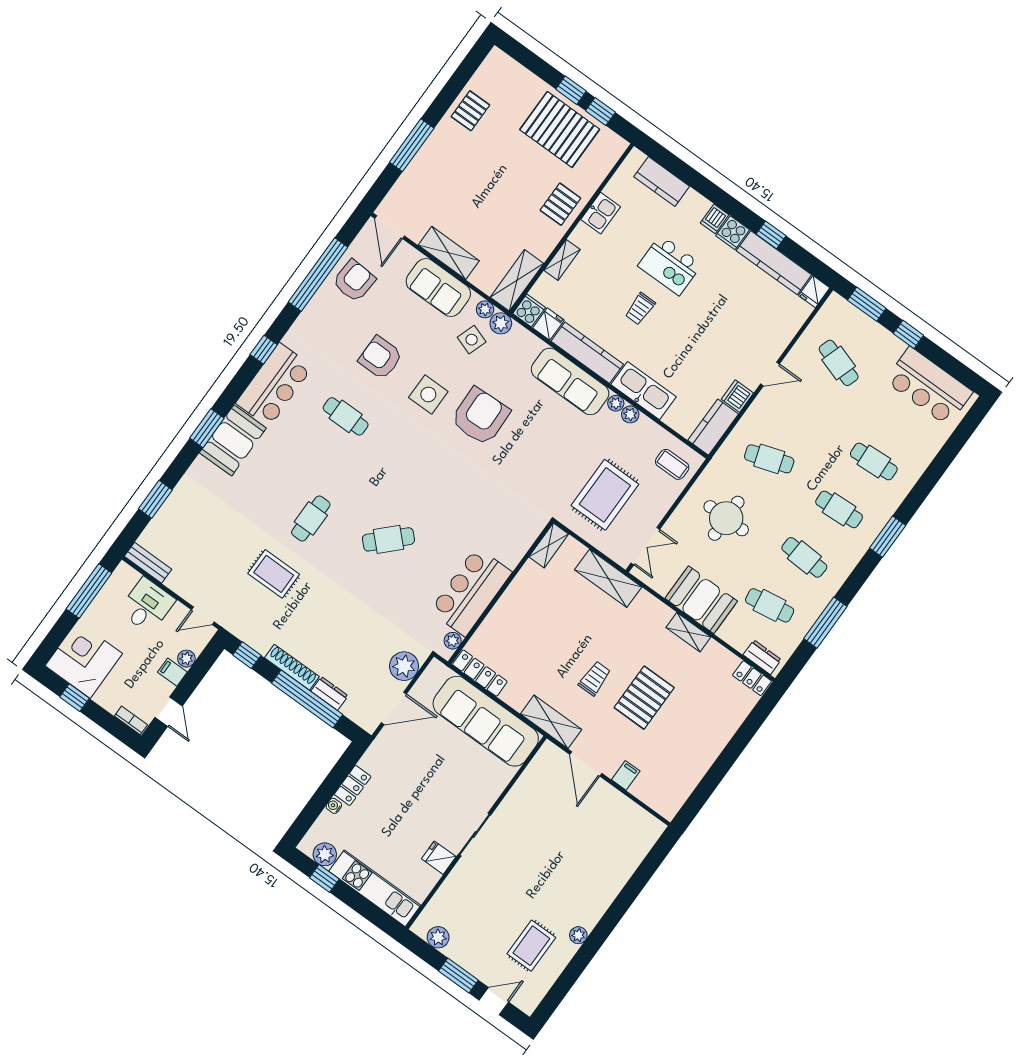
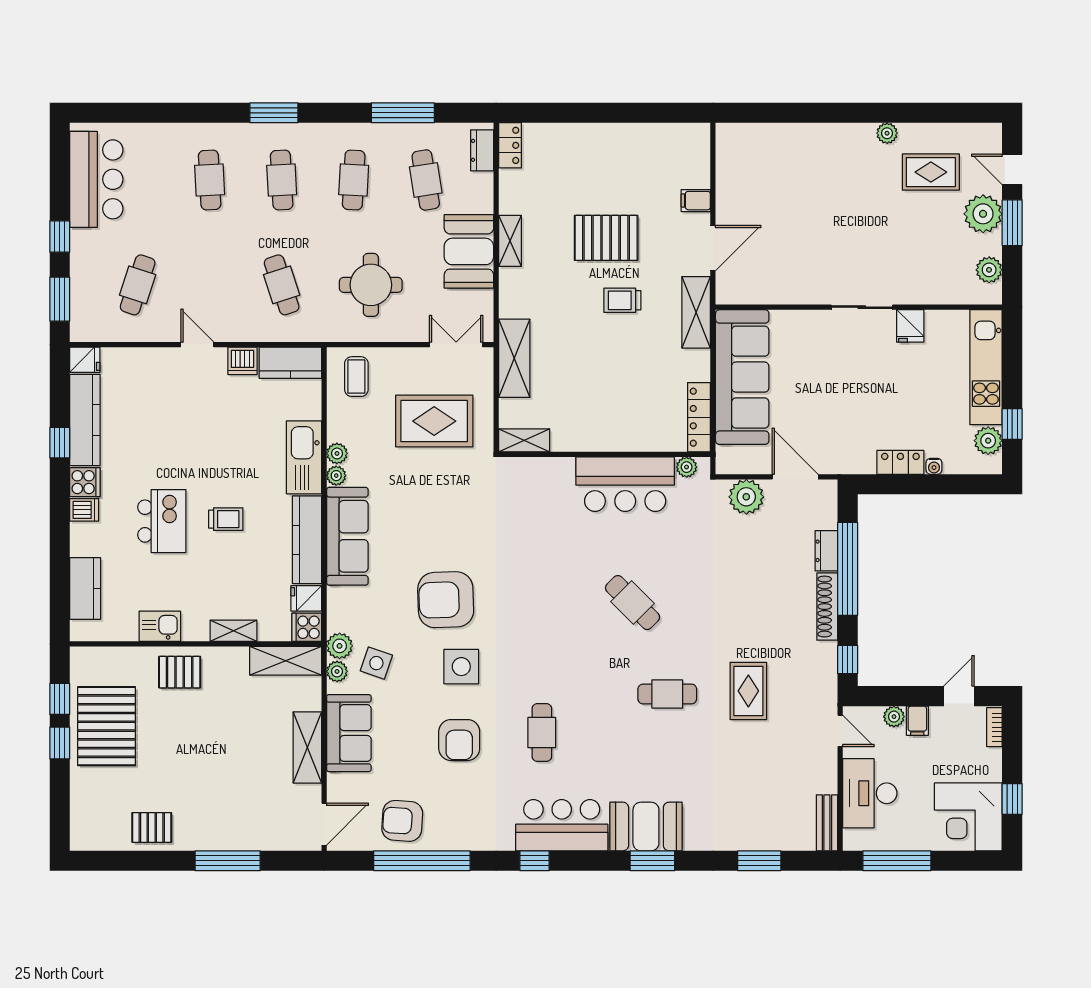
desk: (147, 605) -> (870, 793), width x1.37
plant: (478, 960) -> (983, 214), added

